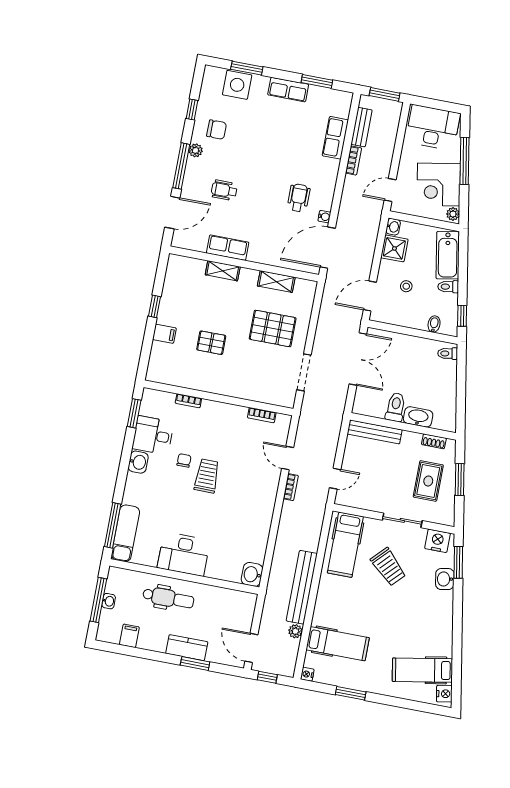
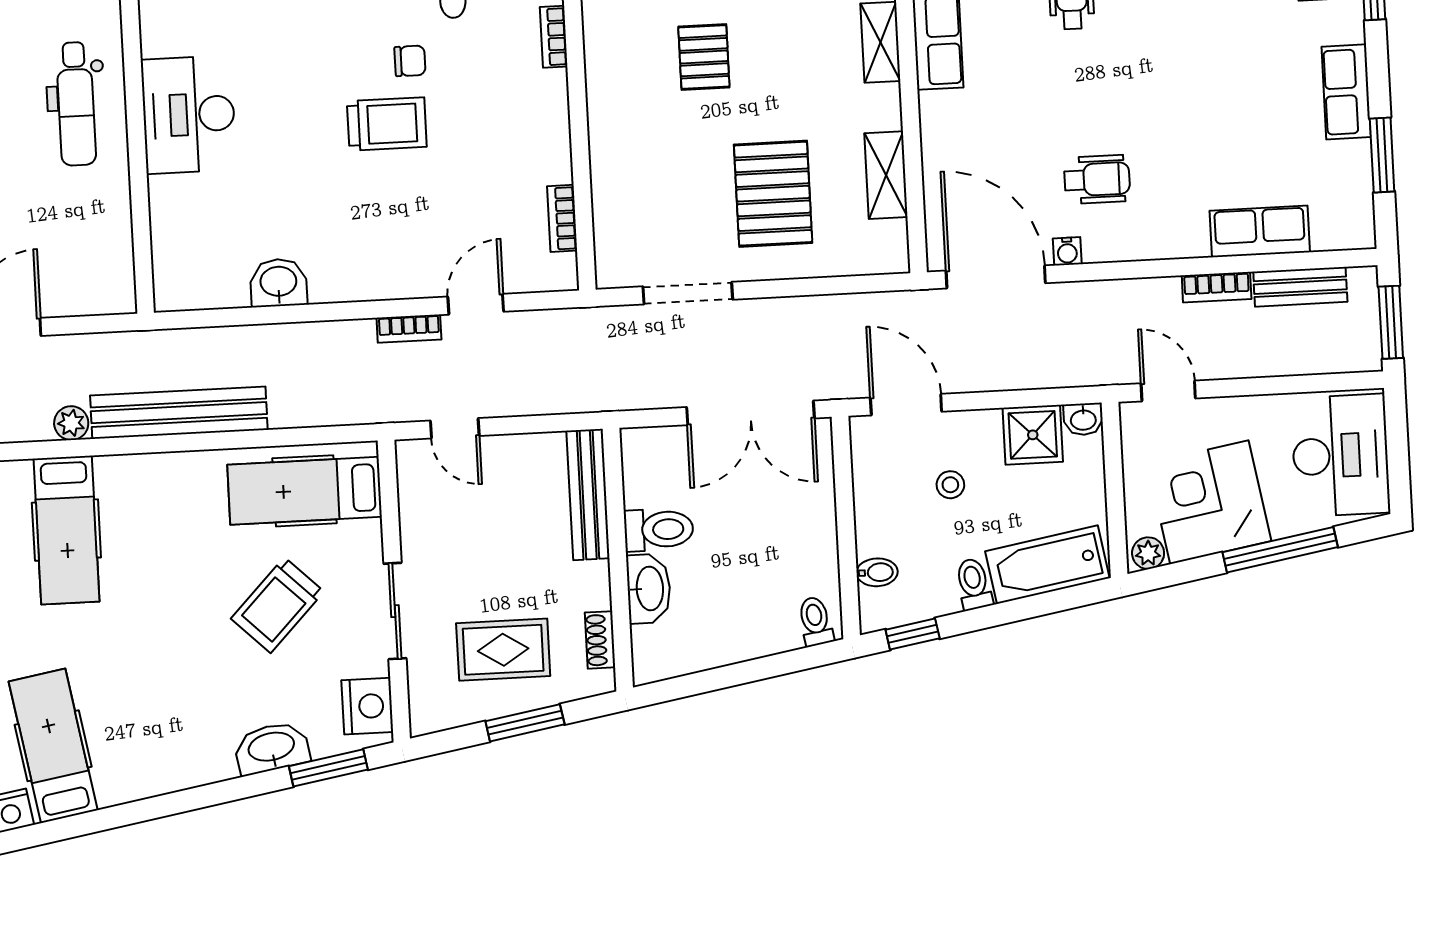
washbasin: (252, 574) -> (278, 283), moved
washbasin: (445, 579) -> (272, 748), width x1.38

